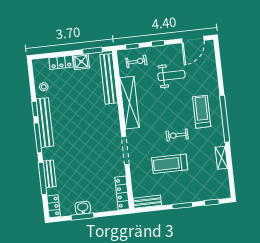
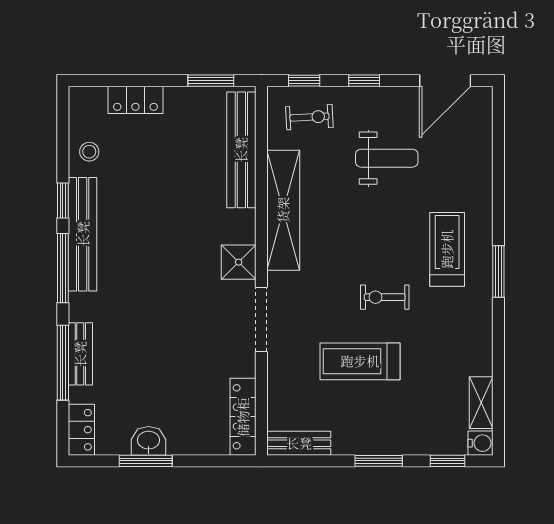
shower: (81, 62) -> (239, 262), moved
window: (225, 119) -> (498, 272), width x0.47
shelving: (221, 158) -> (481, 403), moved
water cooler: (225, 193) -> (481, 443), added

